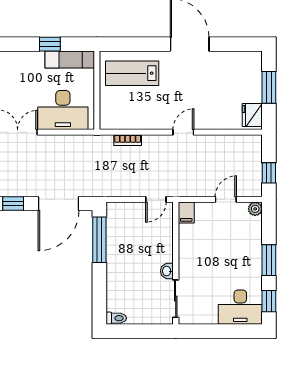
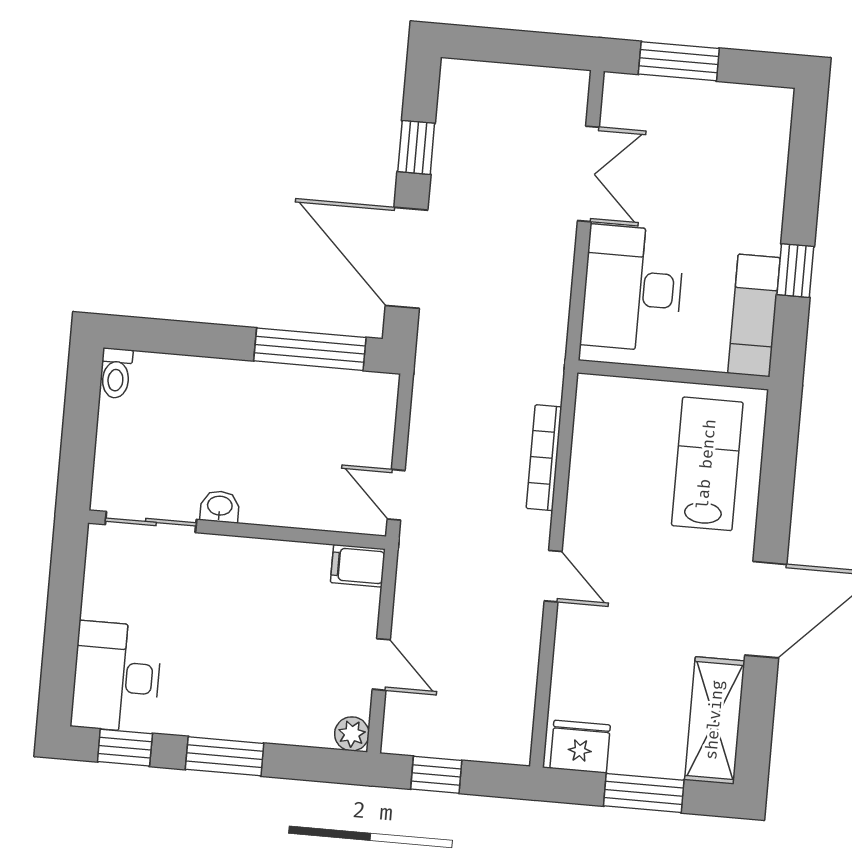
shelving: (237, 61) -> (715, 720), added
bookcase: (128, 140) -> (544, 458), width x1.56

